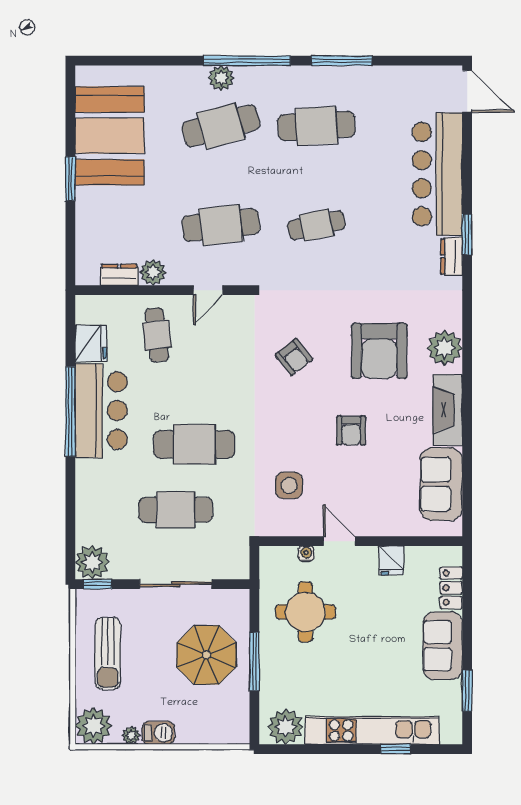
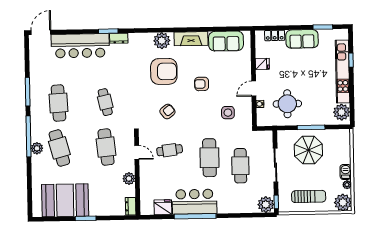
dresser: (119, 275) -> (131, 206), moved
cafe table: (157, 335) -> (170, 150), moved
armchair: (351, 431) -> (202, 84), turned 180

